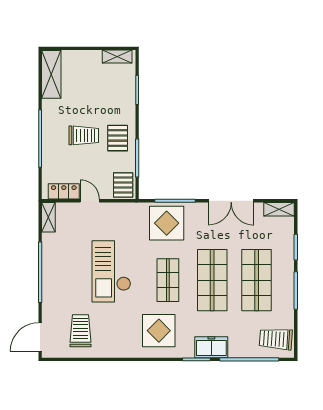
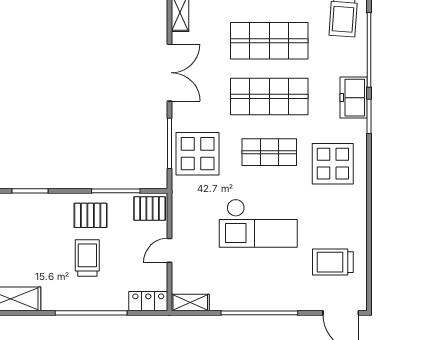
locker: (64, 191) -> (148, 301), moved, turned 90

